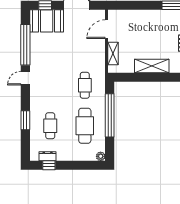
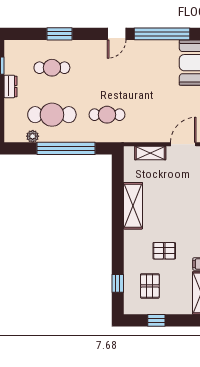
door: (107, 29) -> (183, 144), hinge flipped
door: (25, 78) -> (117, 34), swing flipped
dresser: (48, 156) -> (11, 86), moved
plant: (101, 156) -> (33, 136), moved

